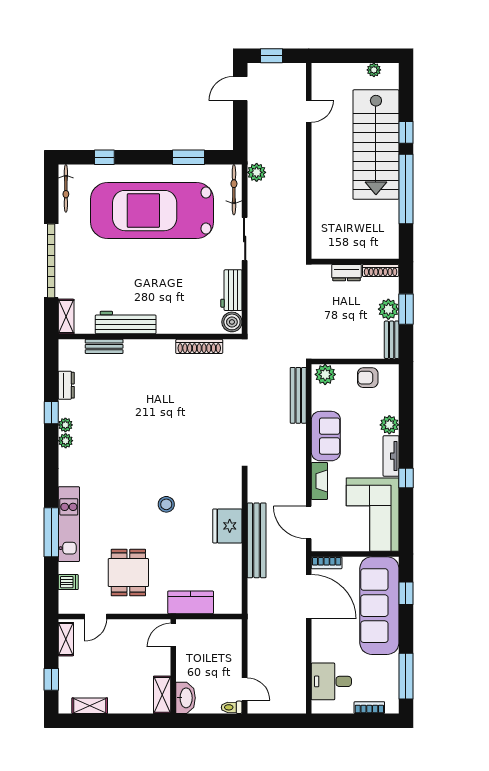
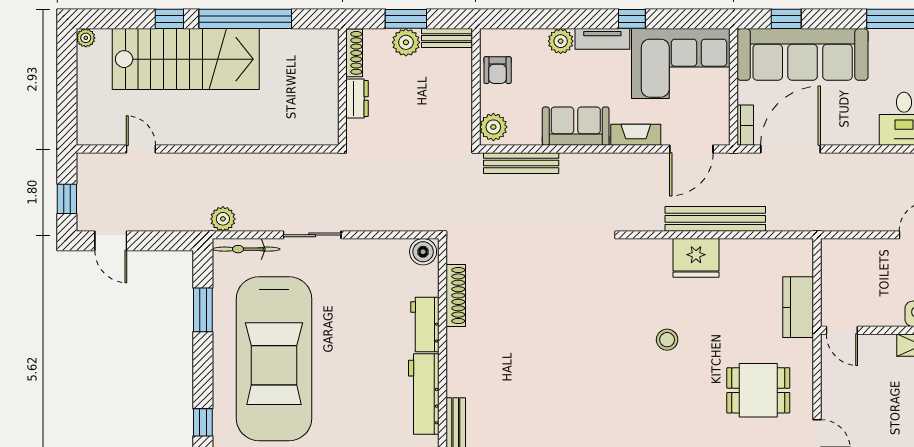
plant: (374, 70) -> (86, 38), moved
workbench: (231, 290) -> (425, 324), moved, turned 90

